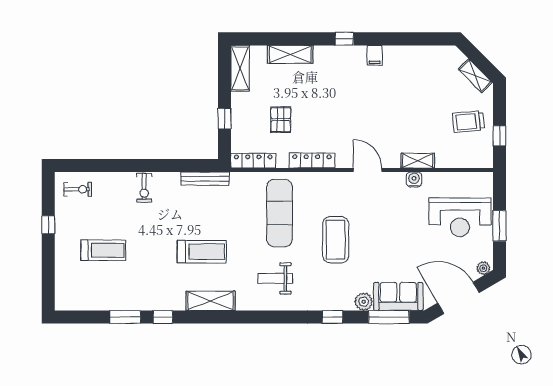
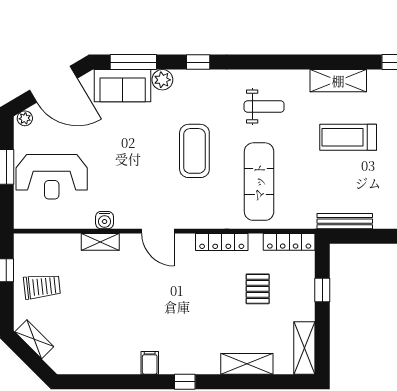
reception desk: (460, 217) -> (52, 177), turned 180

